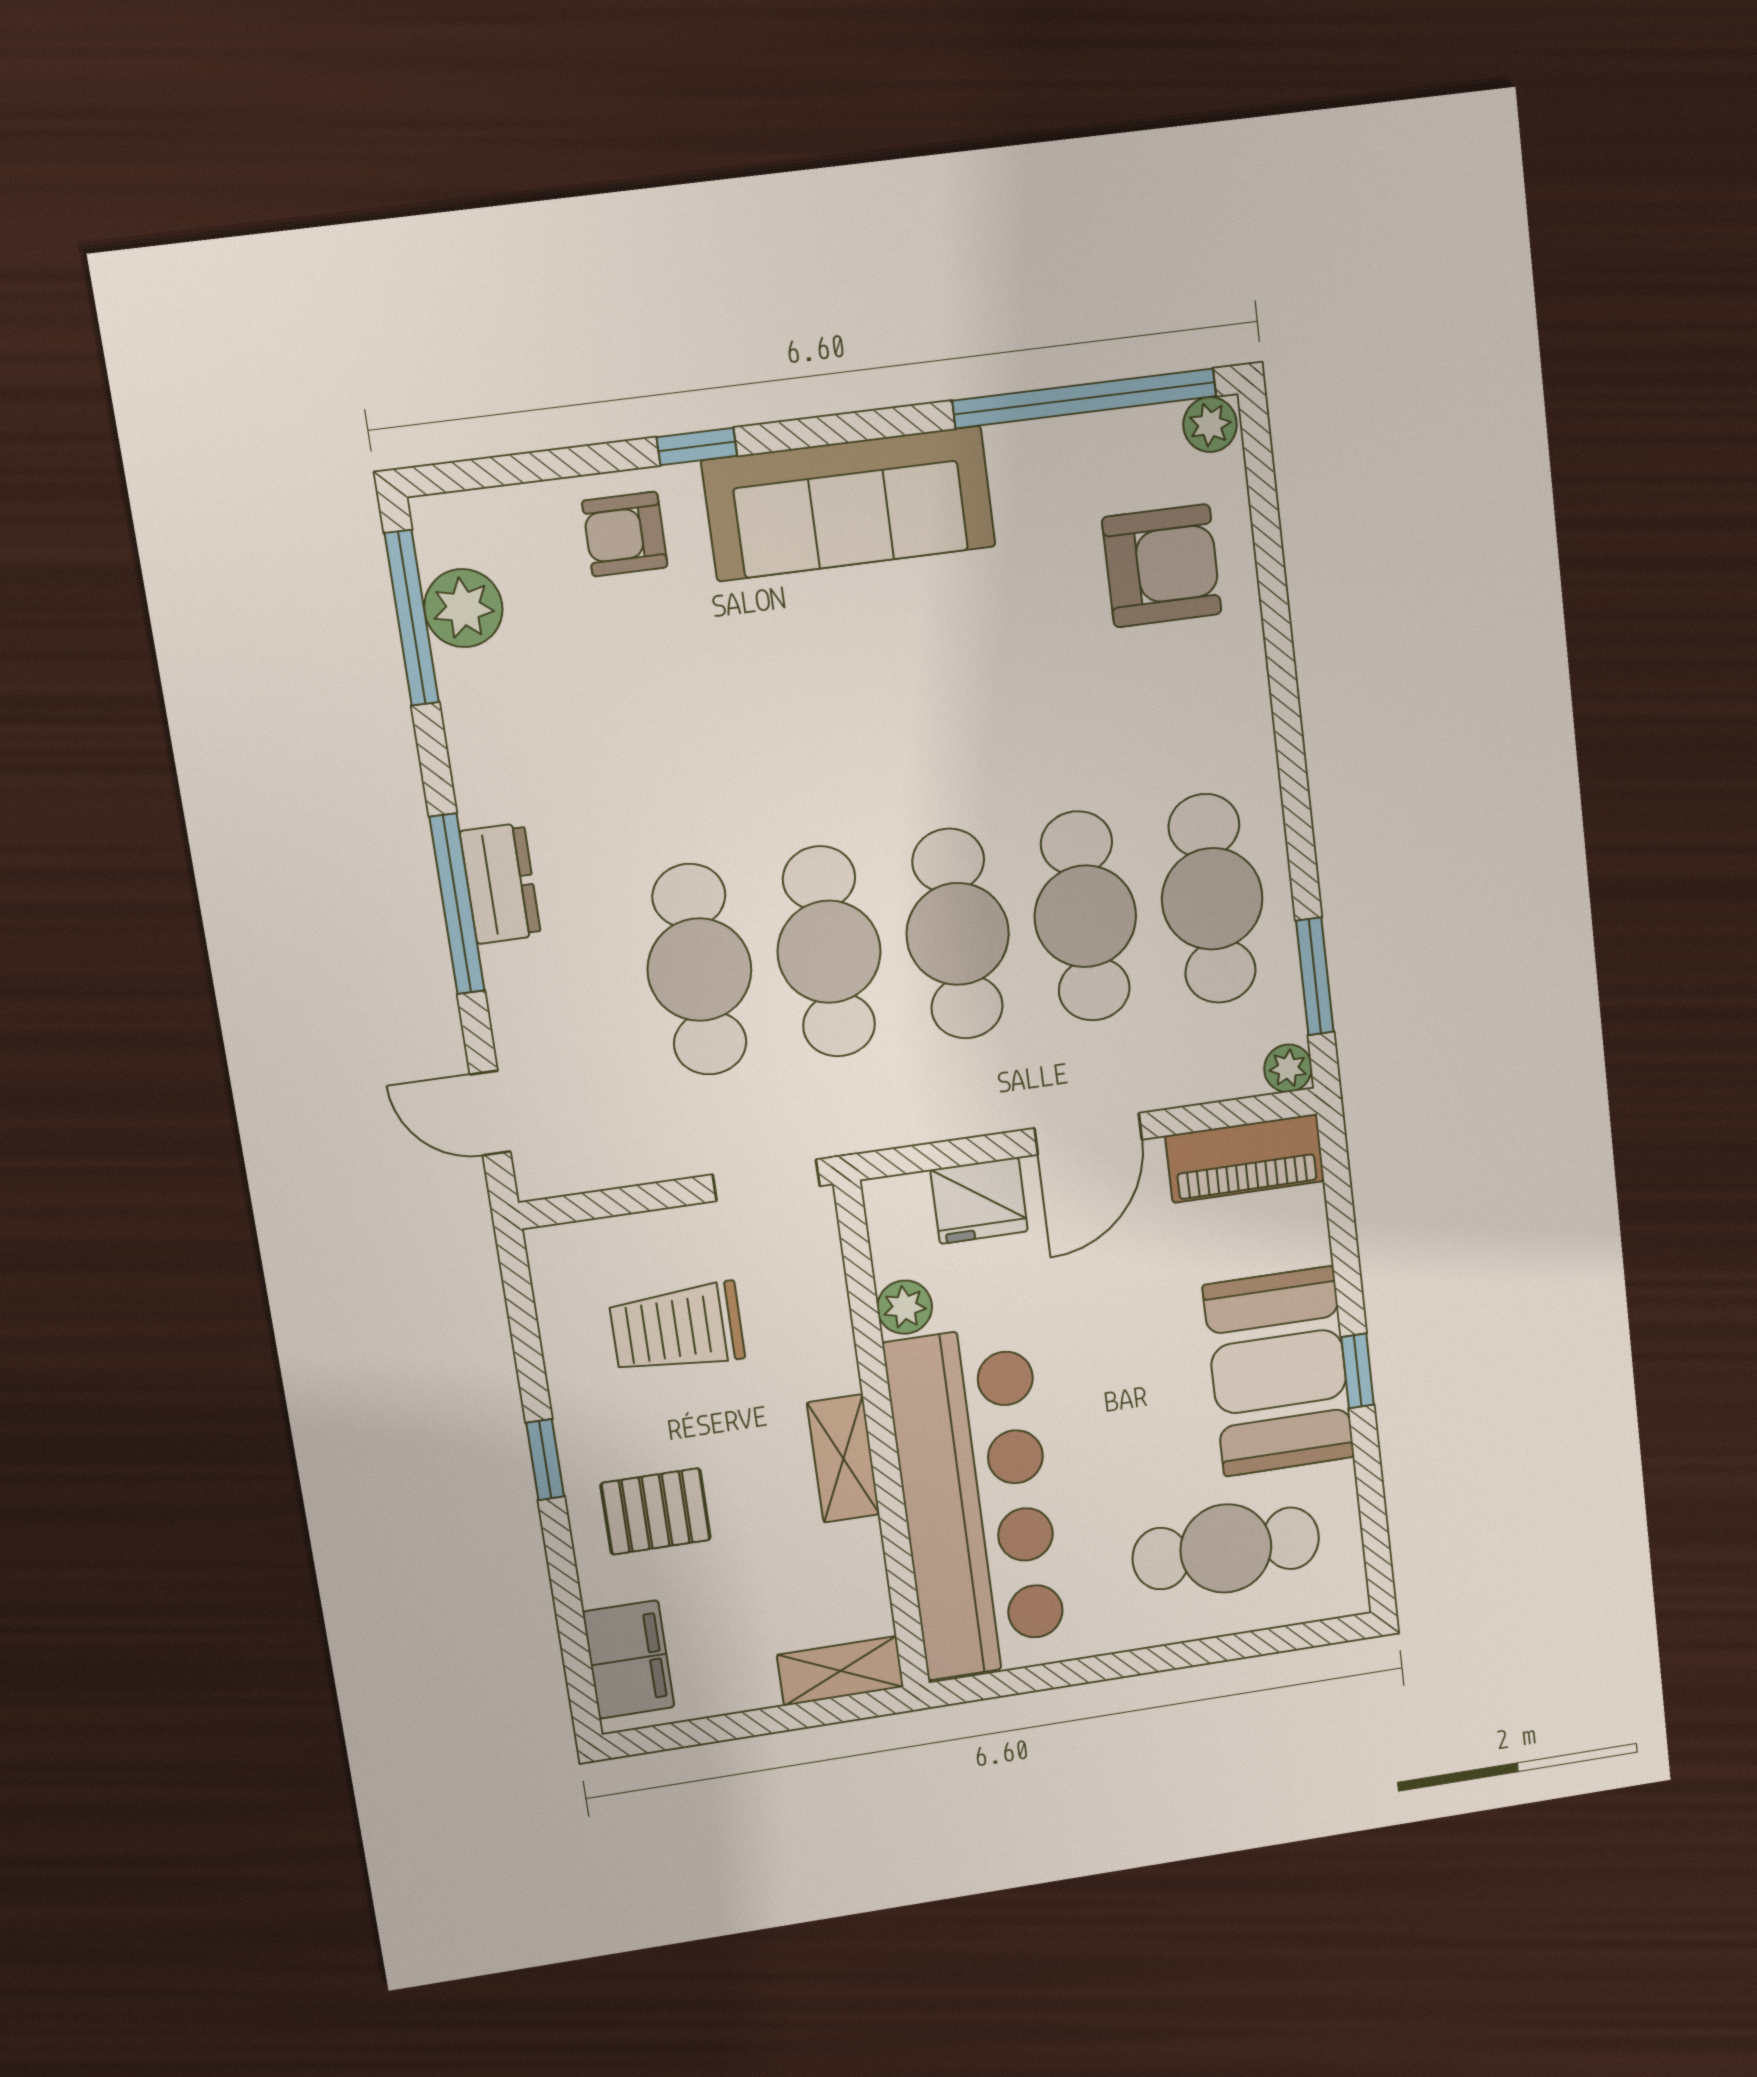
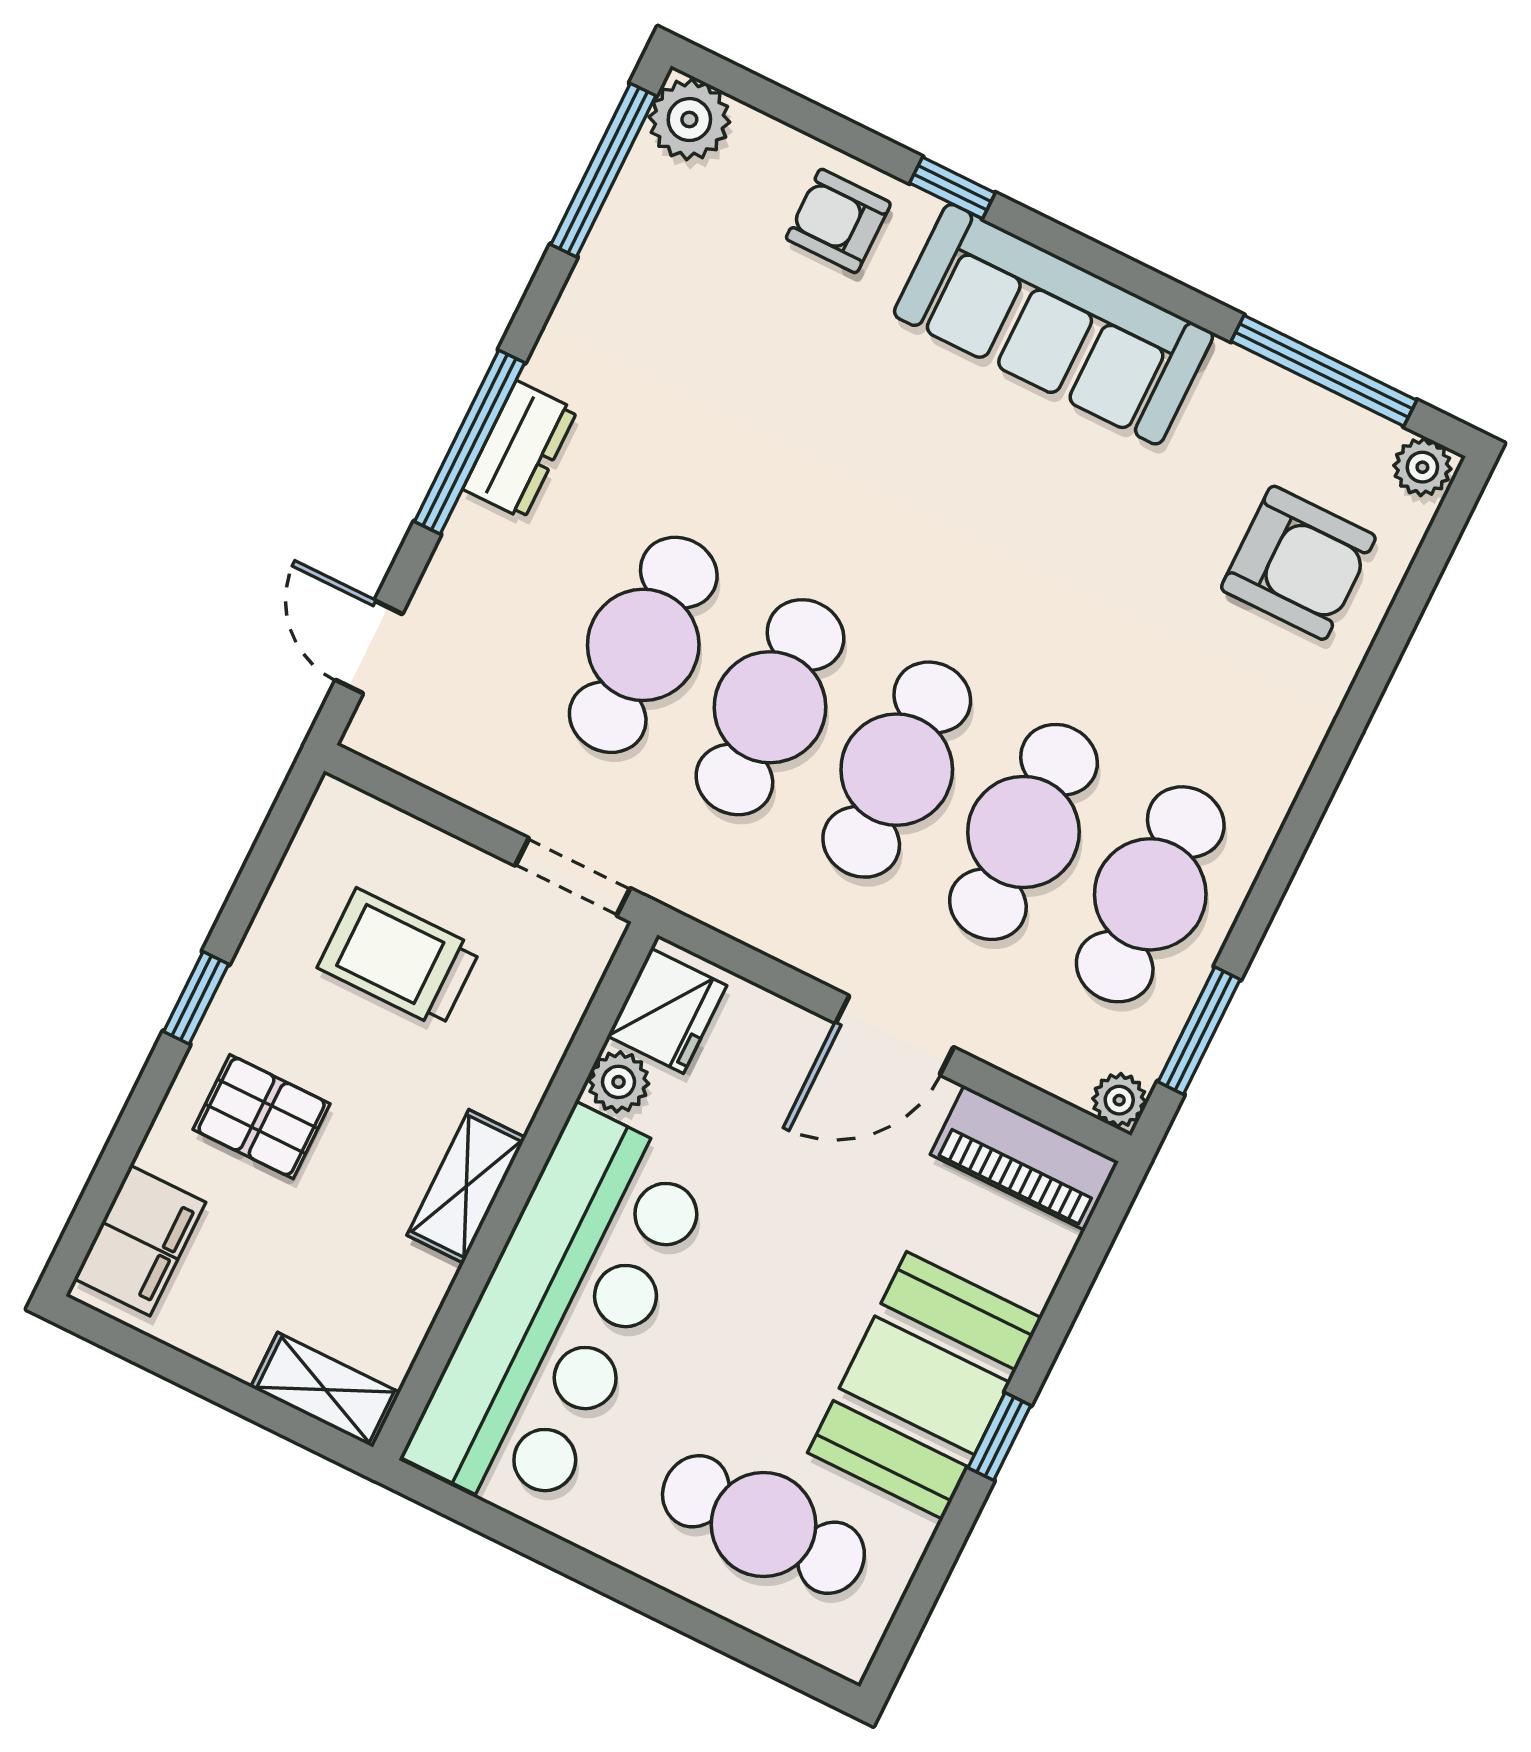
window: (1085, 398) -> (1324, 371), width x0.68
plant: (463, 608) -> (689, 120), moved
fridge: (979, 1201) -> (667, 1011), moved, turned -90

